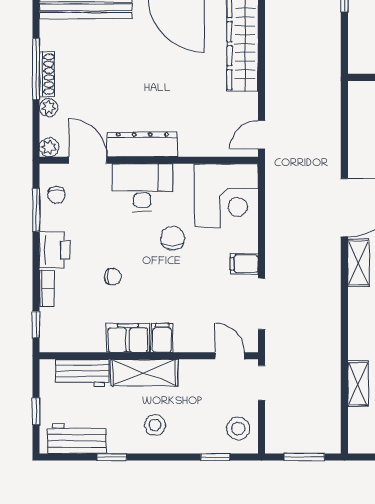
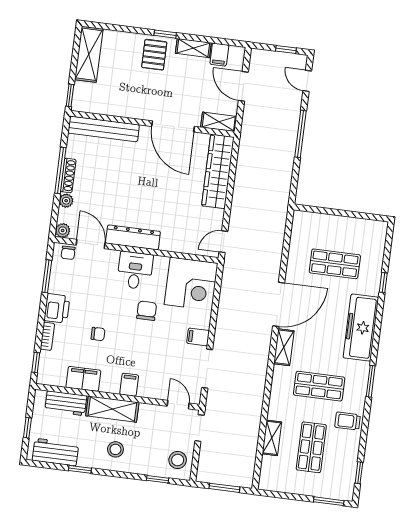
desk: (142, 187) -> (135, 270), width x0.73
chair: (56, 195) -> (68, 253), moved
filing cabinet: (128, 338) -> (83, 379), moved

